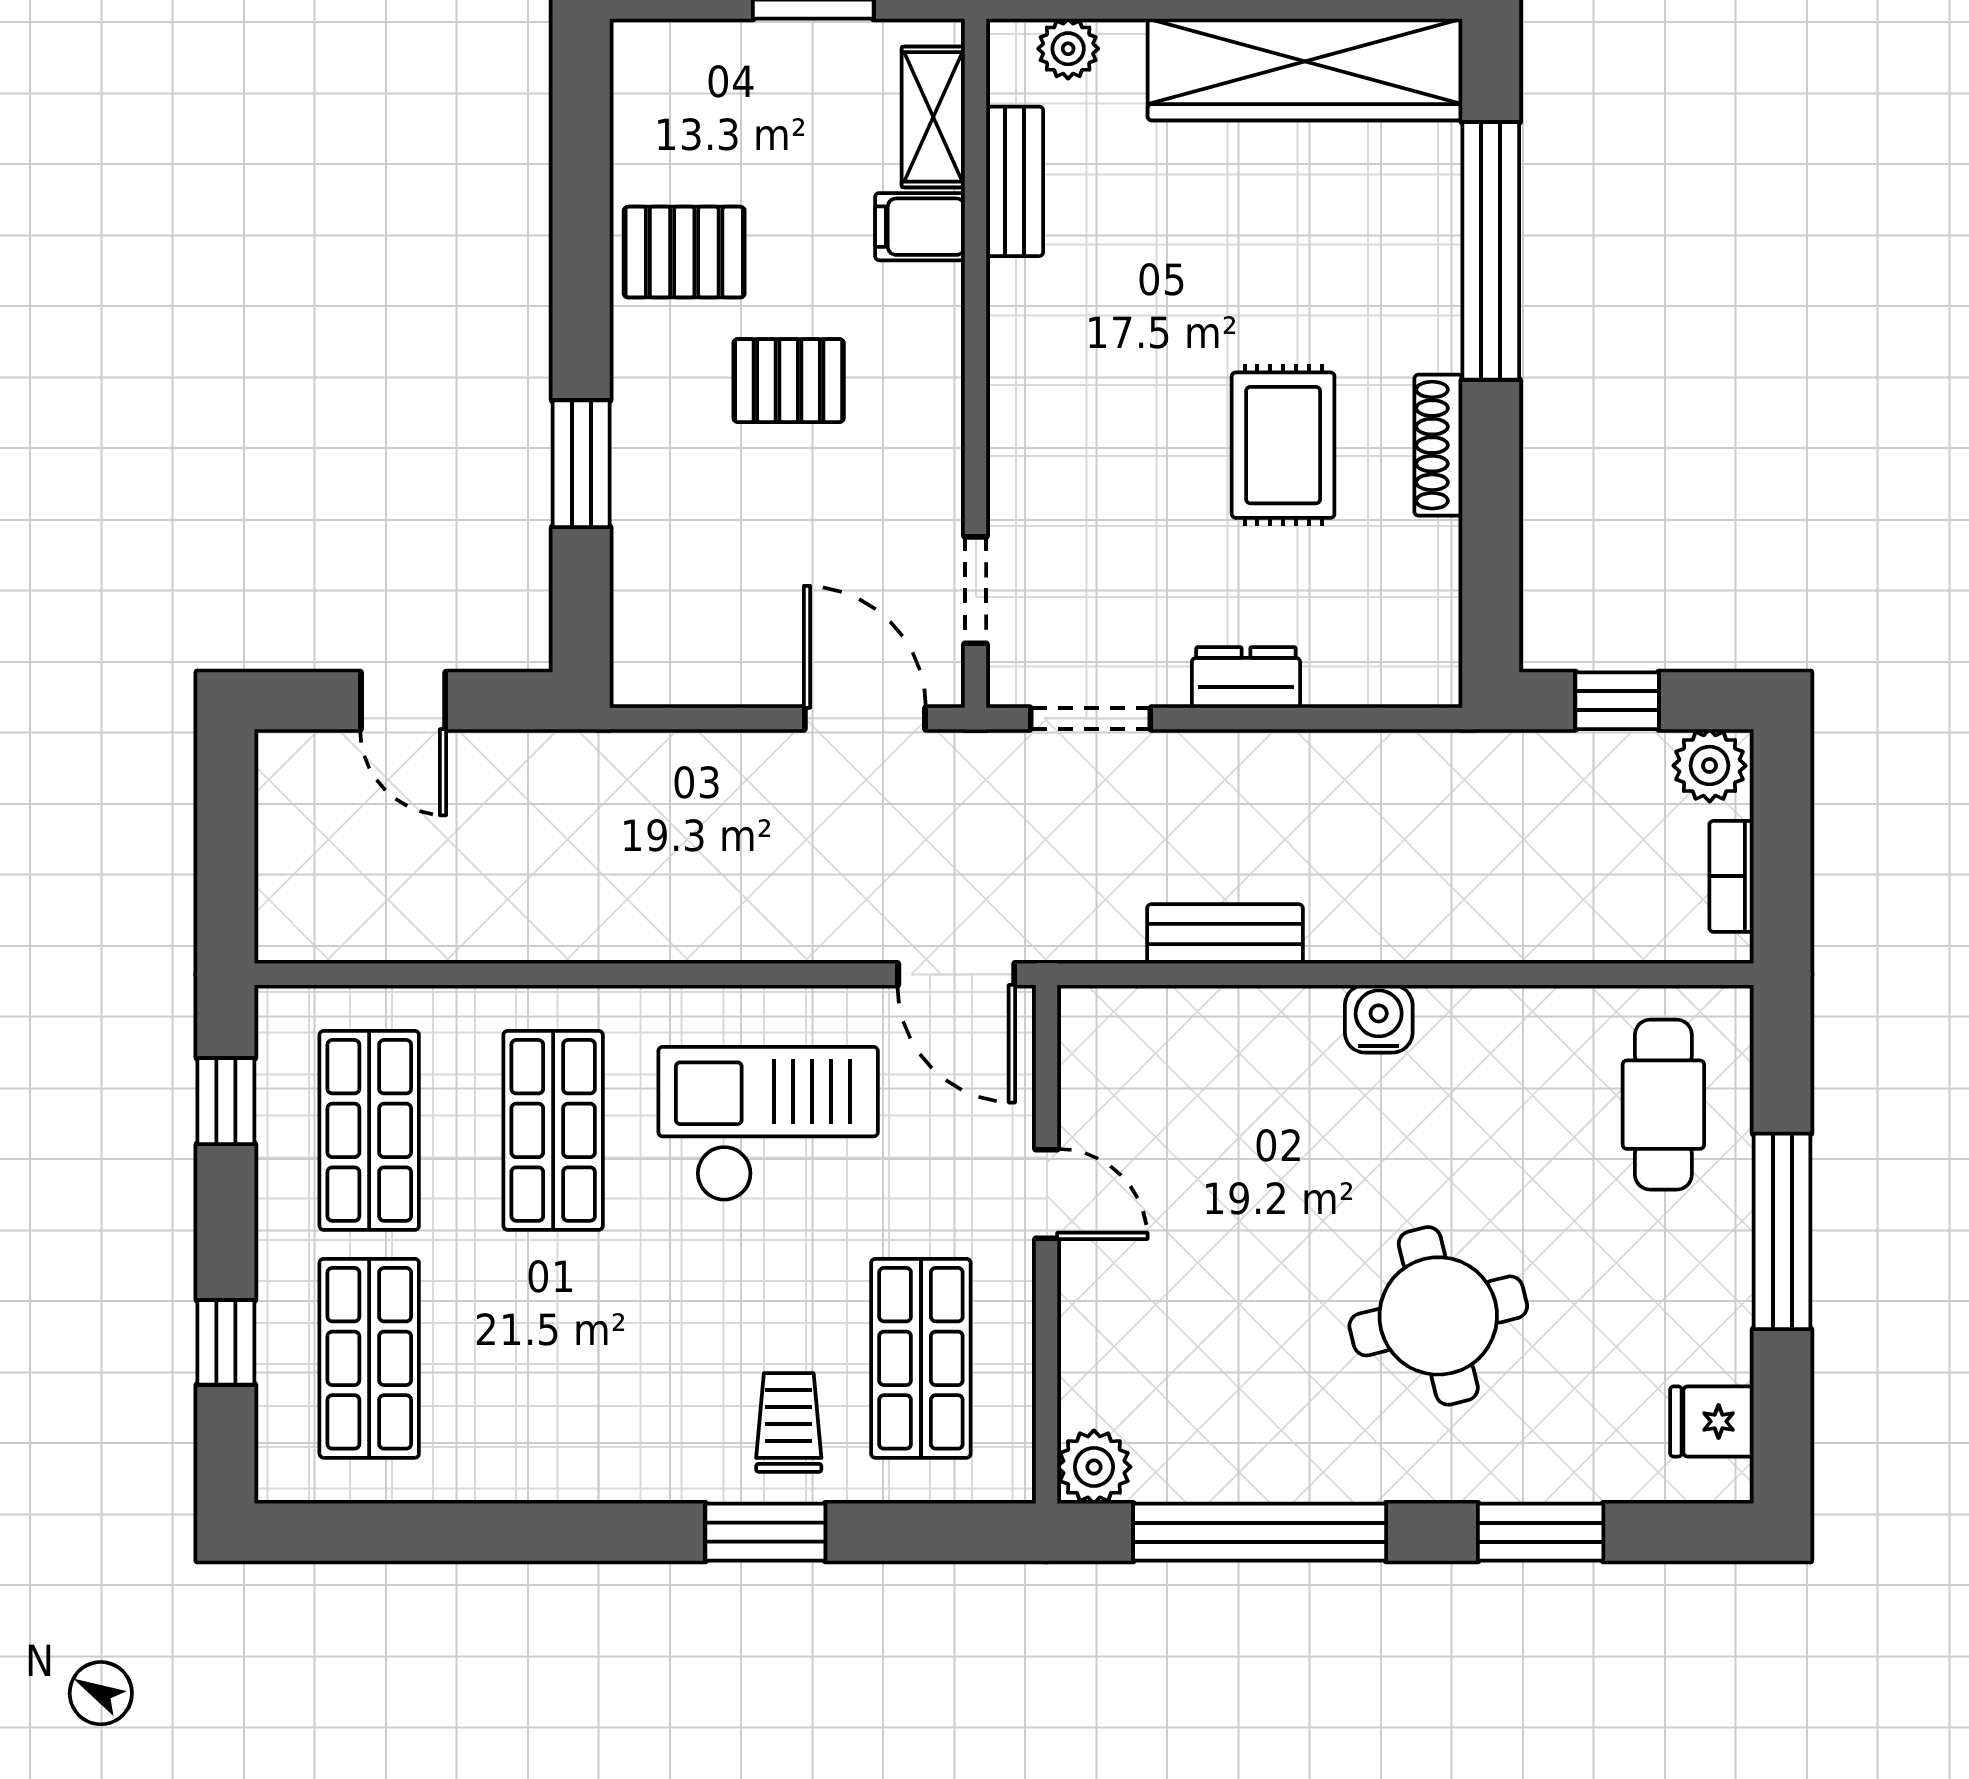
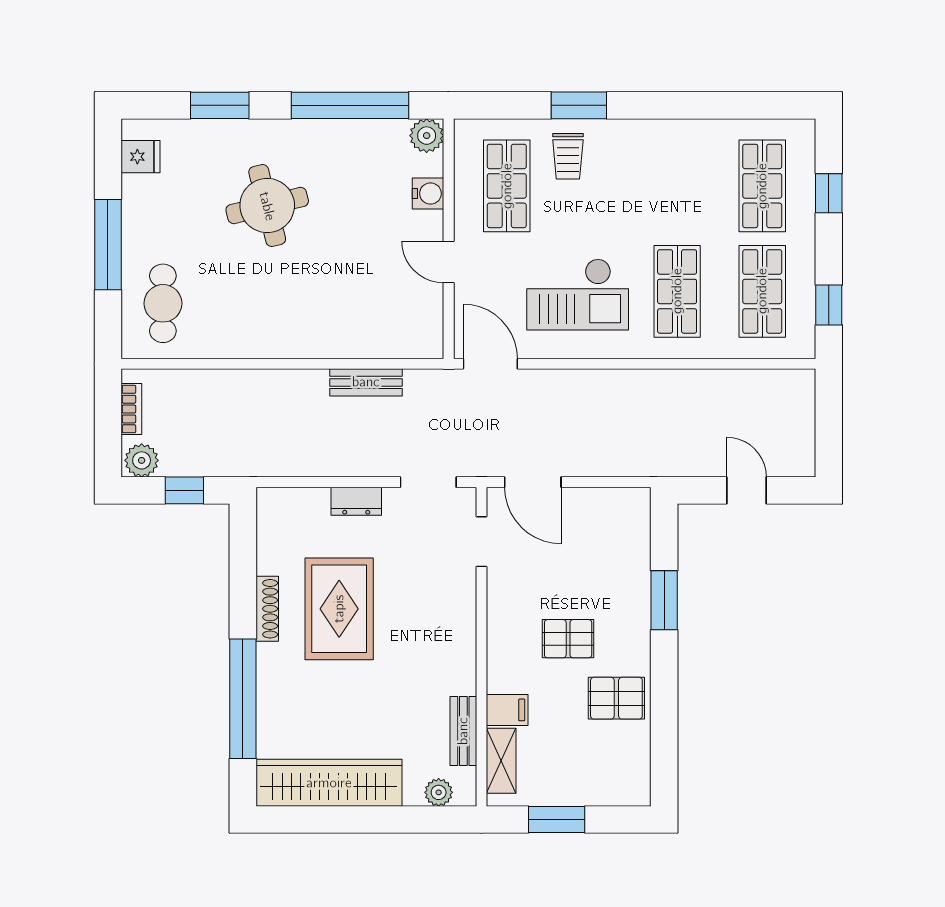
rug: (1283, 445) -> (339, 609), width x1.36, depth x1.43
water cooler: (1379, 1019) -> (428, 194), moved, turned -90

